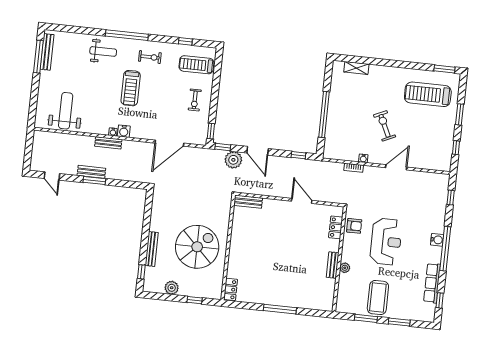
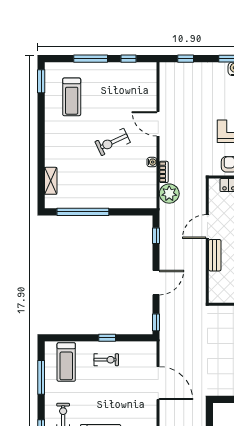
window: (185, 41) -> (41, 377), width x2.17
treadmill: (428, 94) -> (72, 97), width x0.73, depth x0.73
window: (324, 114) -> (83, 212), moved
window: (460, 114) -> (91, 59), width x1.44
window: (211, 131) -> (107, 338), moved
plant: (233, 160) -> (169, 194), moved
bench: (248, 202) -> (215, 255), moved

